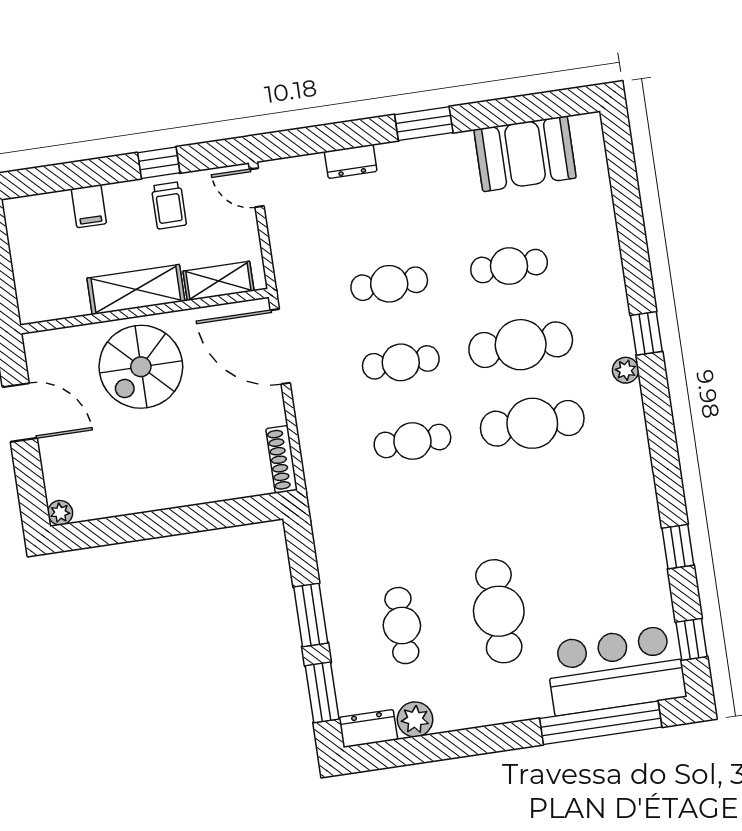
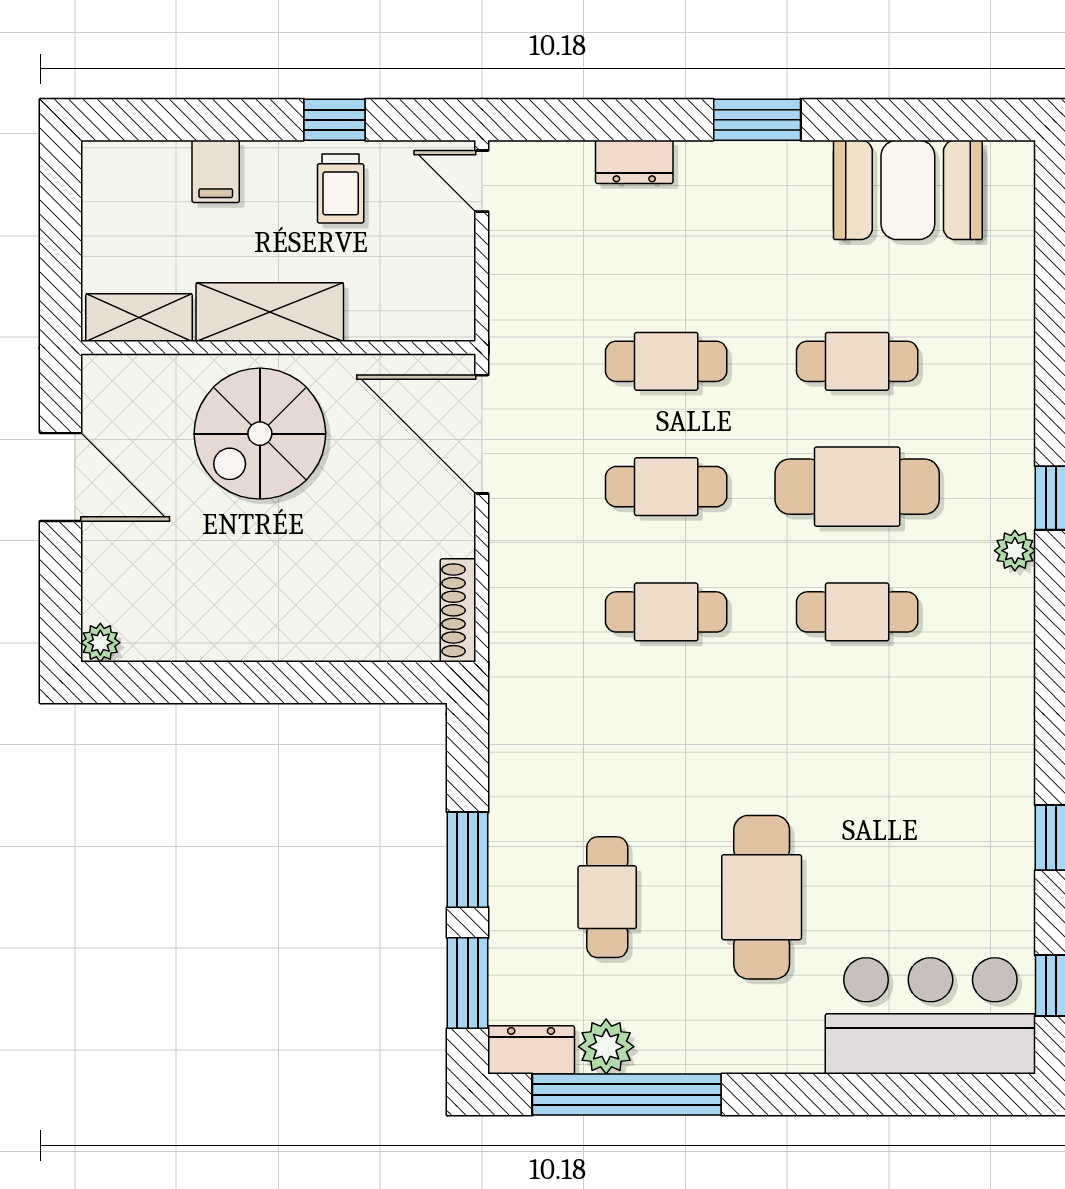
shelving: (218, 281) -> (139, 318), moved
cafe table: (532, 423) -> (857, 612), width x0.73, depth x0.74
window: (601, 723) -> (627, 1095), moved

